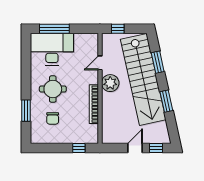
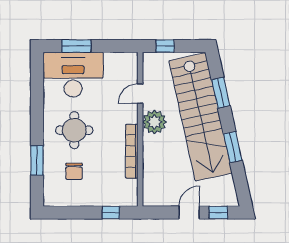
window: (54, 29) -> (76, 46), width x0.69

